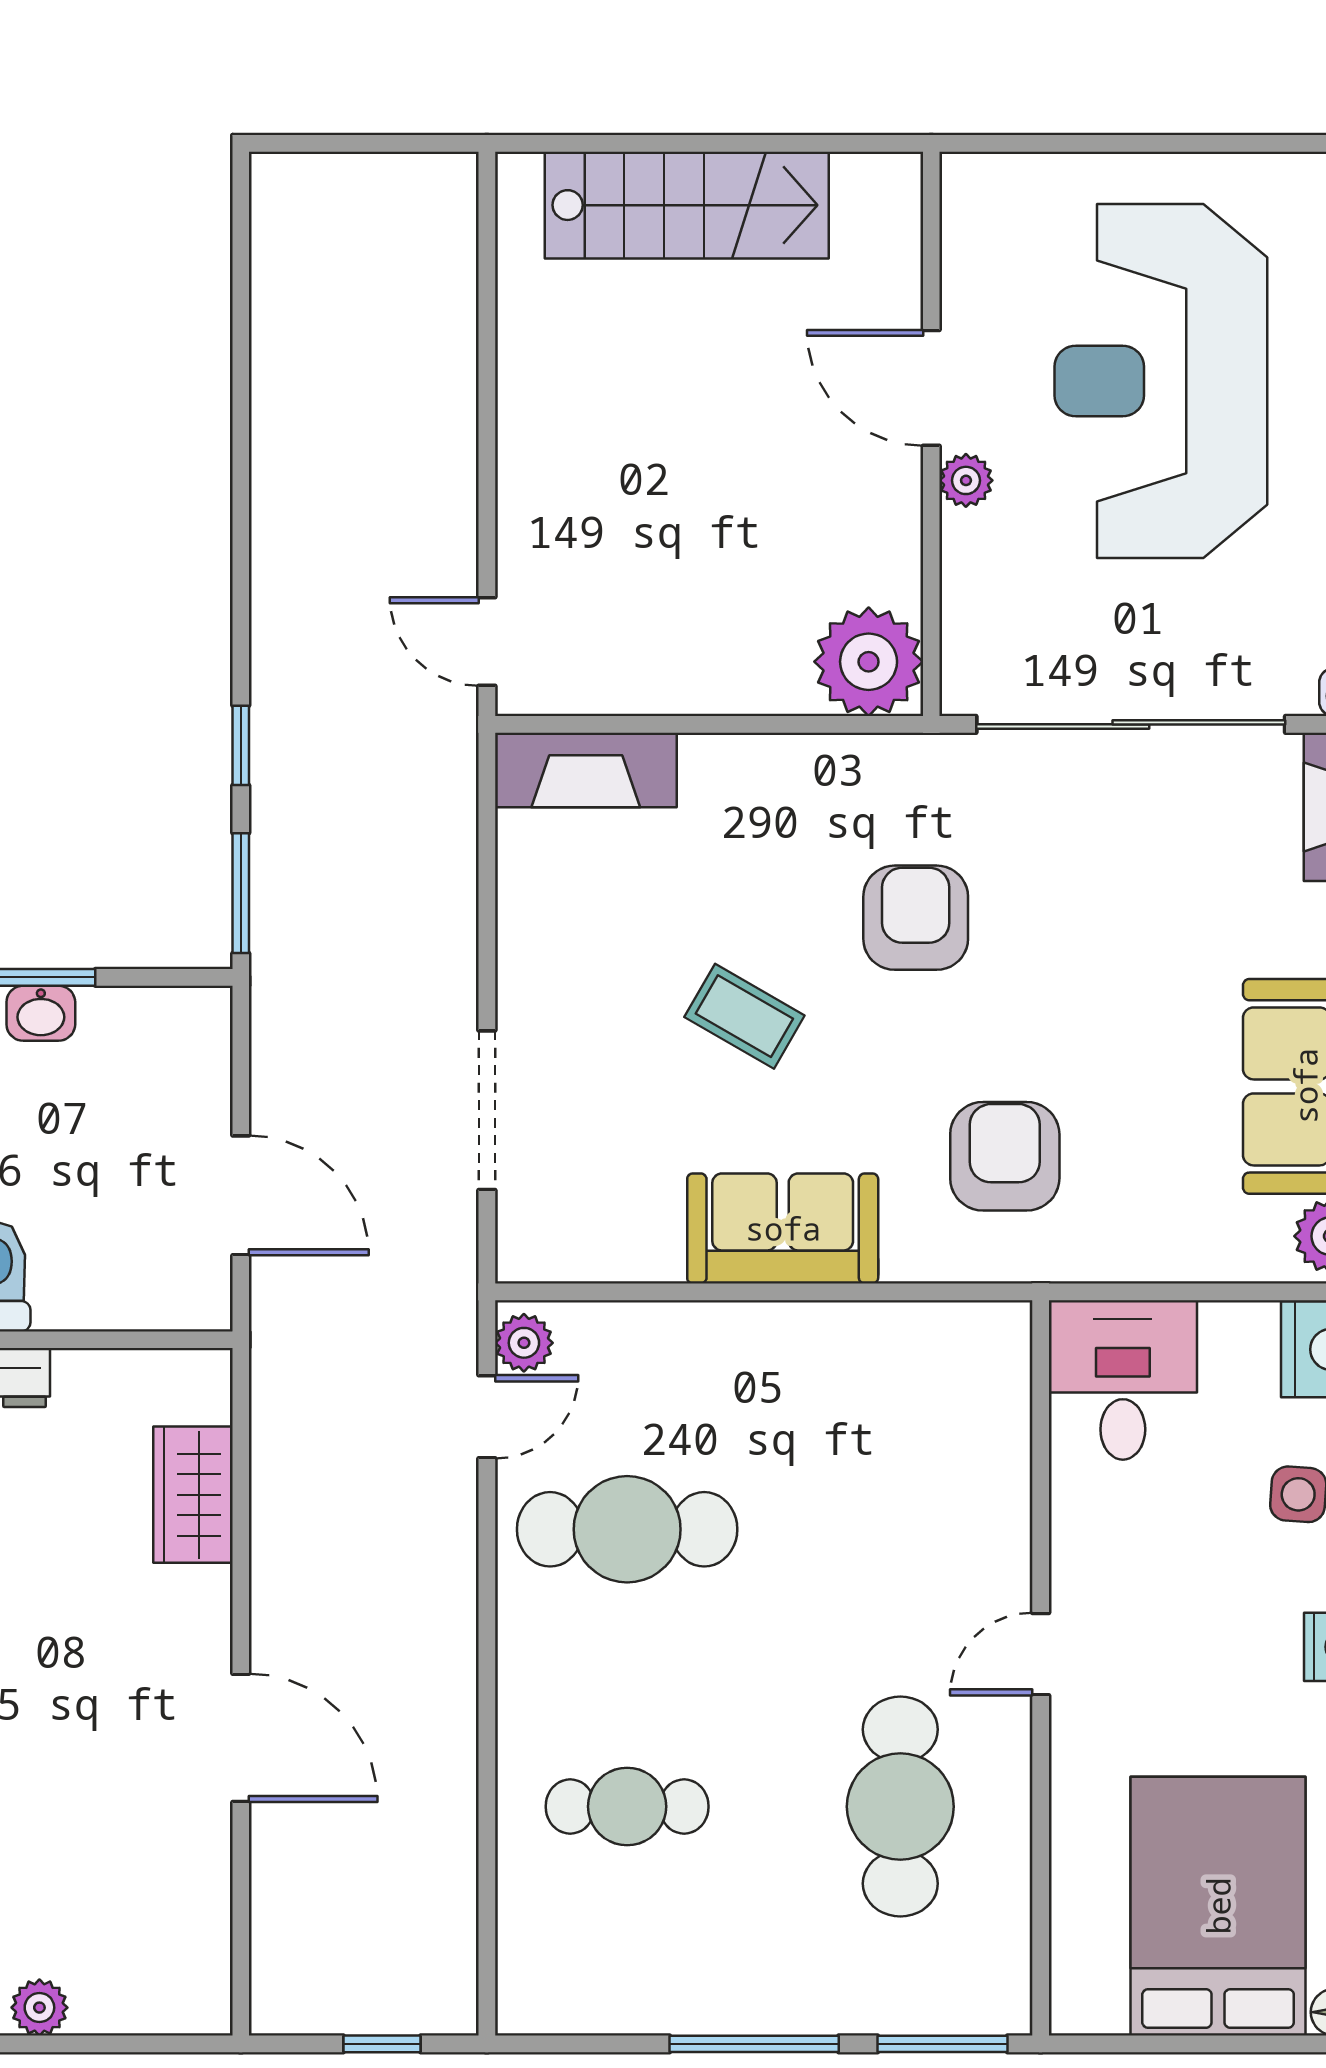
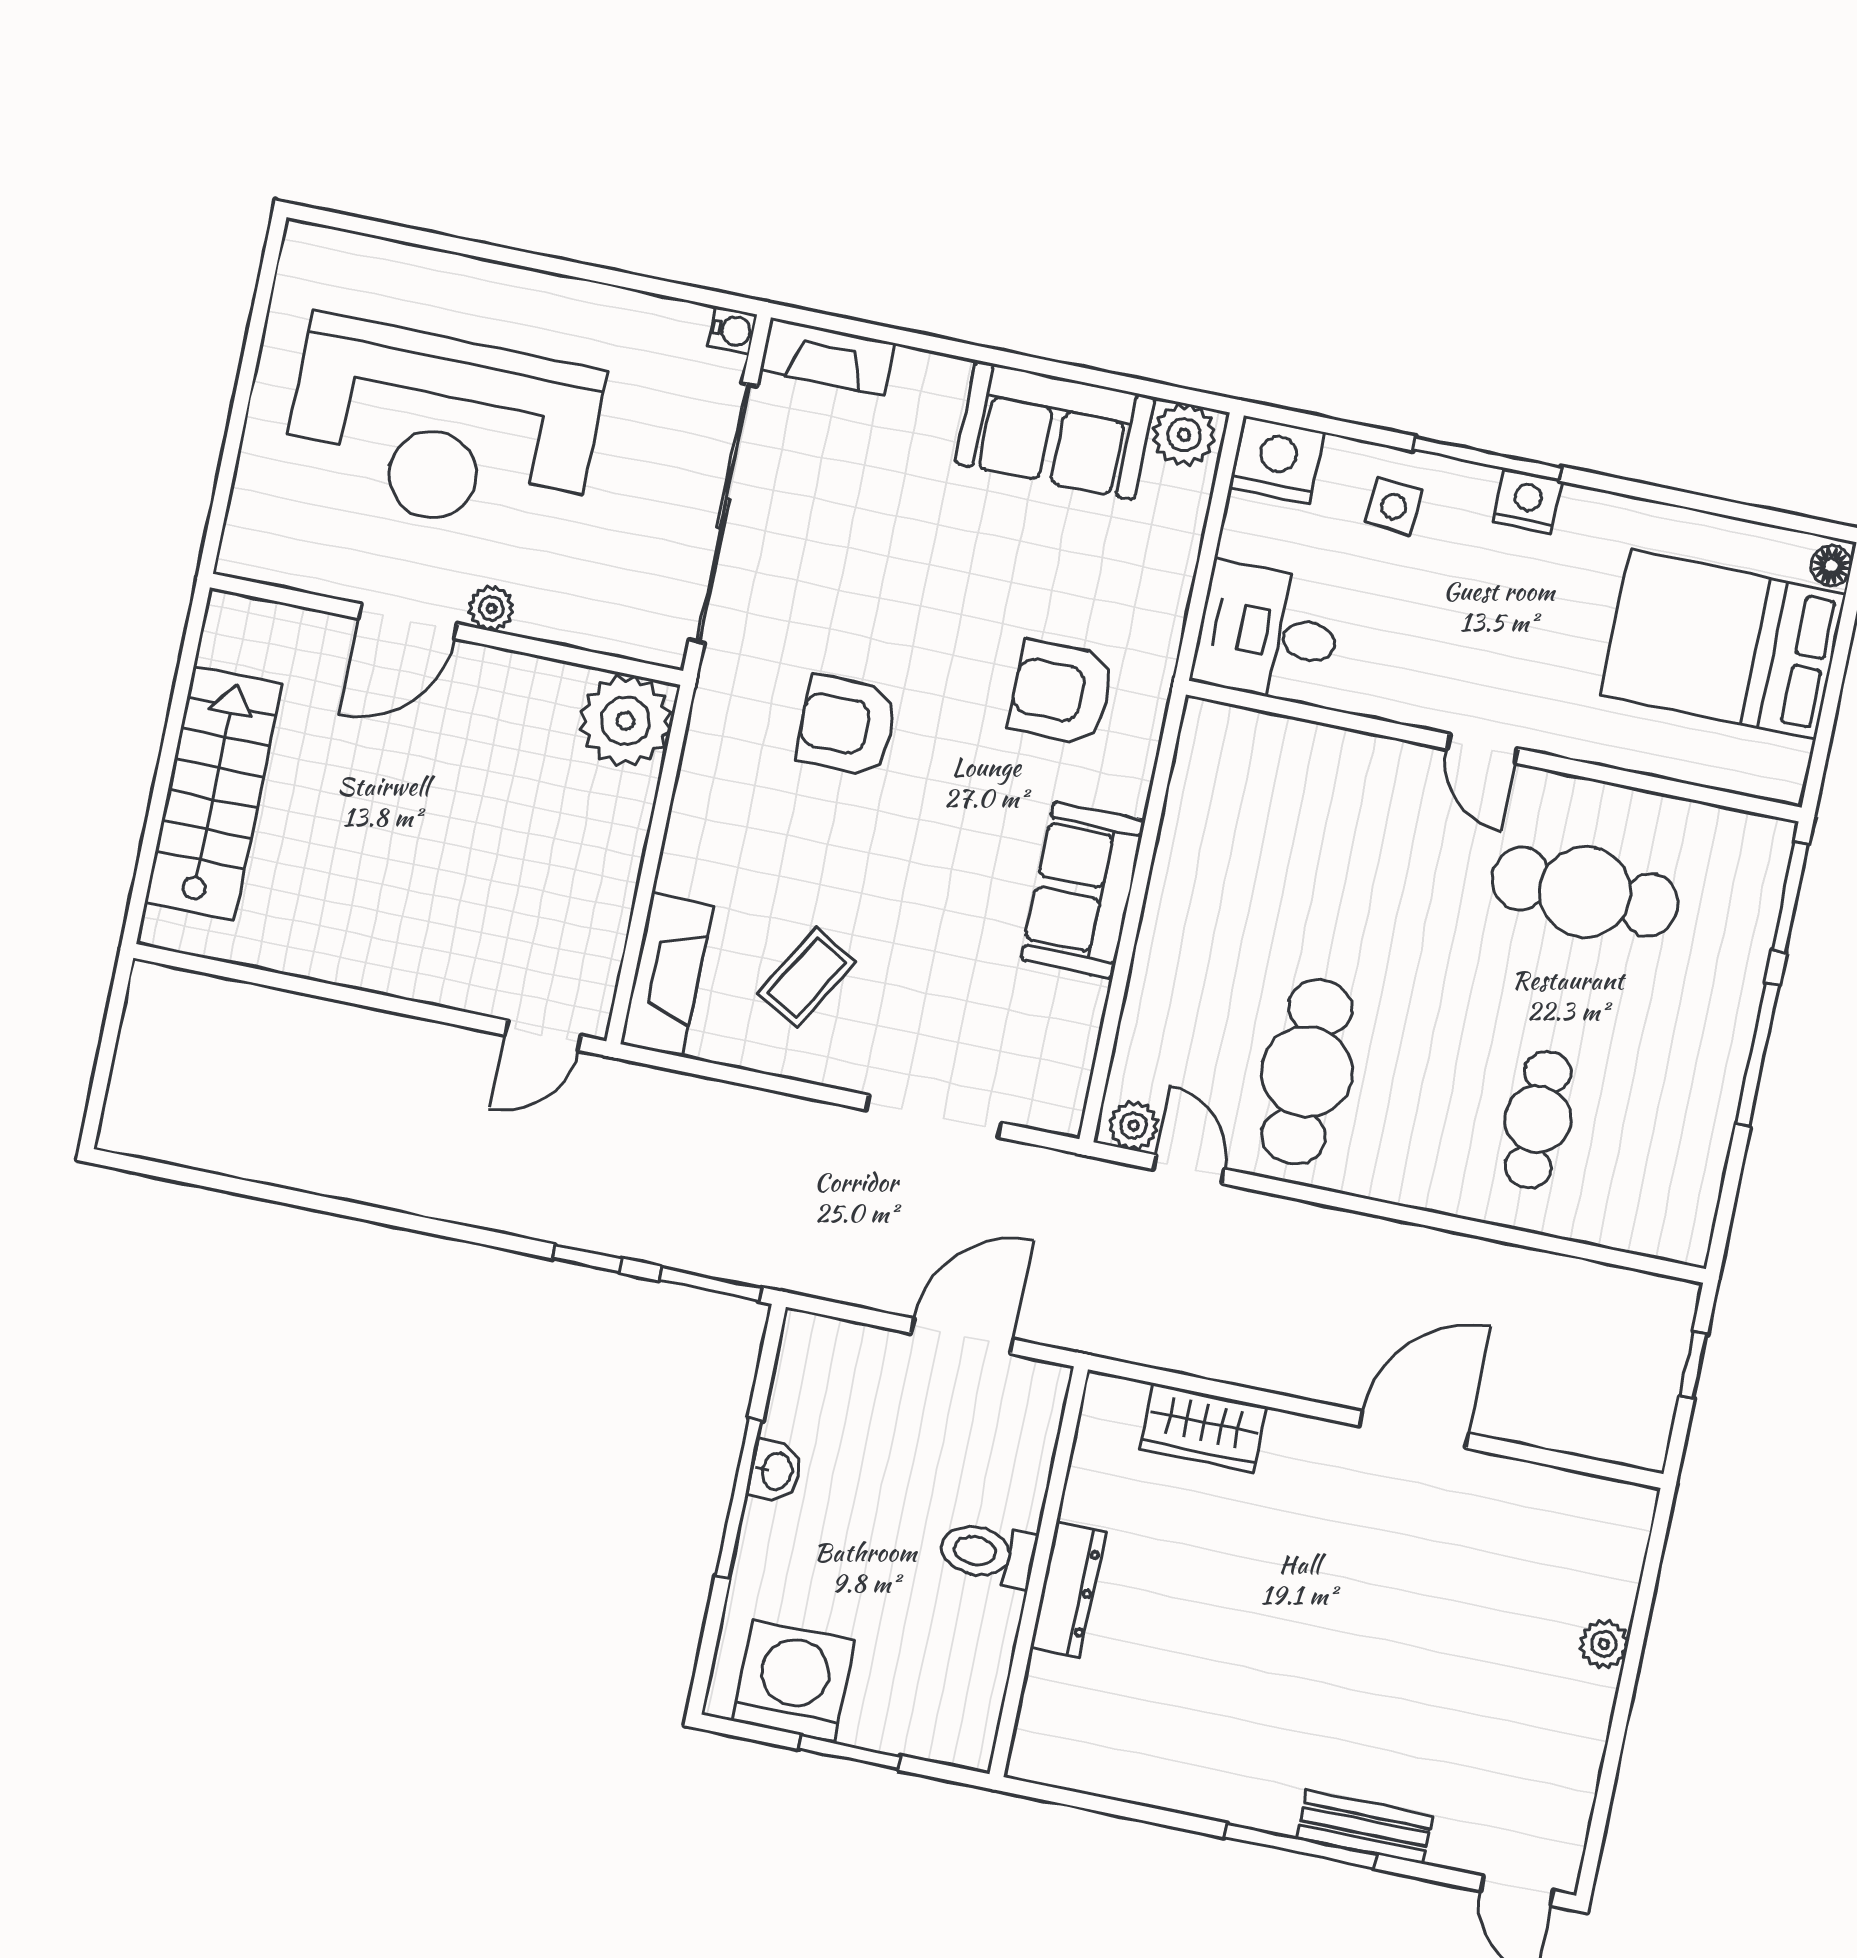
coffee table: (744, 1016) -> (807, 978), moved

